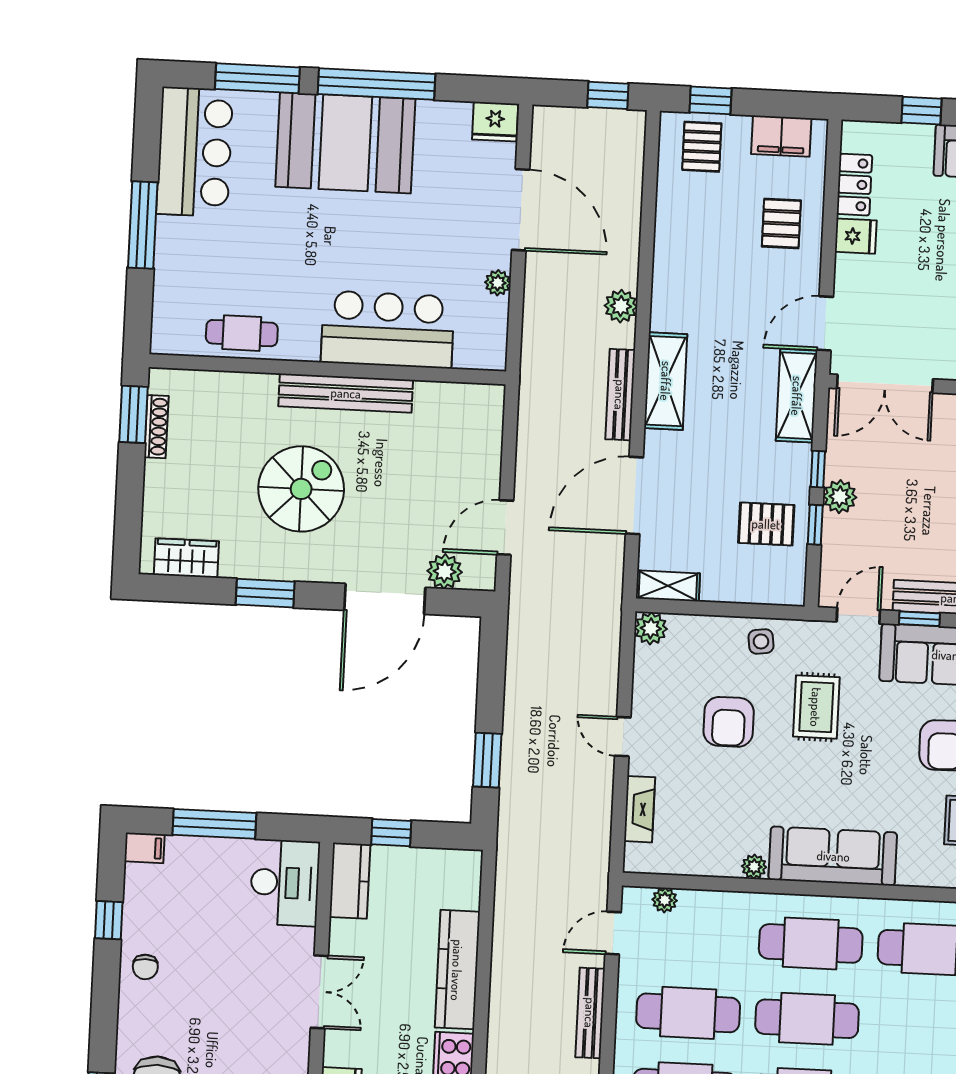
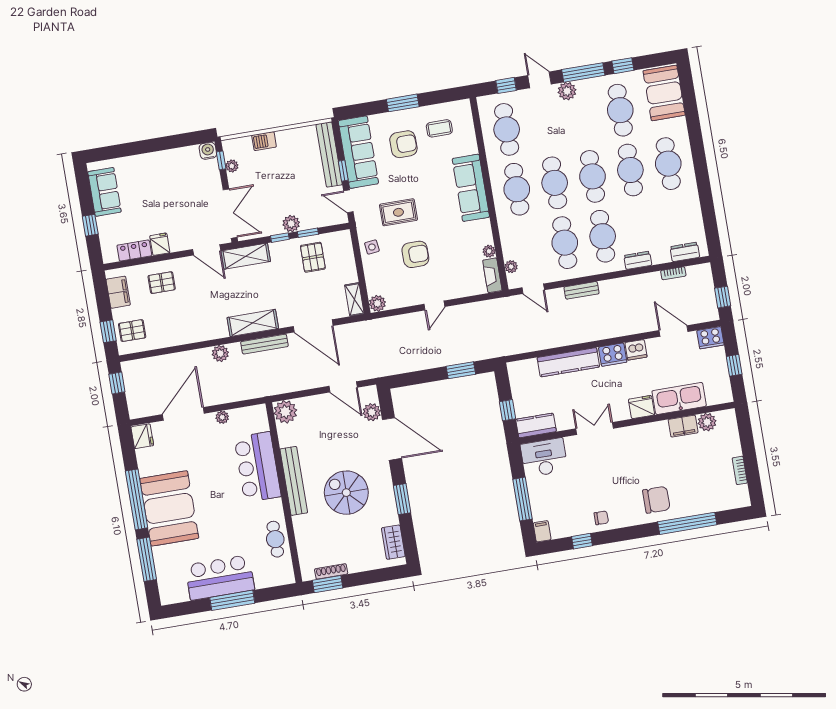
bar counter: (195, 152) -> (220, 577), moved
plant: (482, 406) -> (285, 412), added
fireplace: (640, 809) -> (492, 275), moved, turned -90
plant: (754, 867) -> (489, 251), moved
bench: (590, 1013) -> (582, 290), width x0.73

